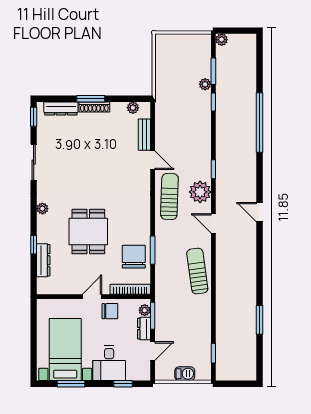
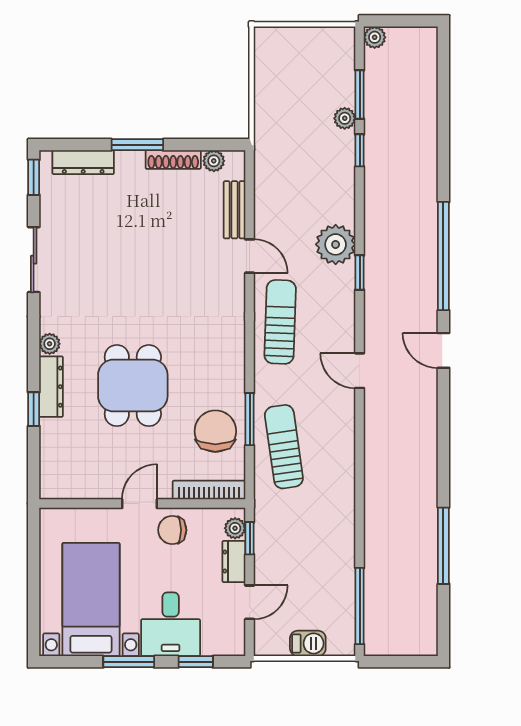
shoe rack: (94, 107) -> (173, 160), moved
window: (260, 123) -> (443, 256), moved
plant: (200, 192) -> (336, 244), moved
dresser: (43, 260) -> (51, 387), moved
sun lounger: (197, 271) -> (284, 447), moved
chair: (110, 311) -> (172, 530), turned 180
window: (153, 316) -> (250, 538), width x0.67
window: (260, 320) -> (443, 546), width x1.44
window: (213, 353) -> (360, 606), width x2.17
window: (71, 384) -> (129, 662), moved

